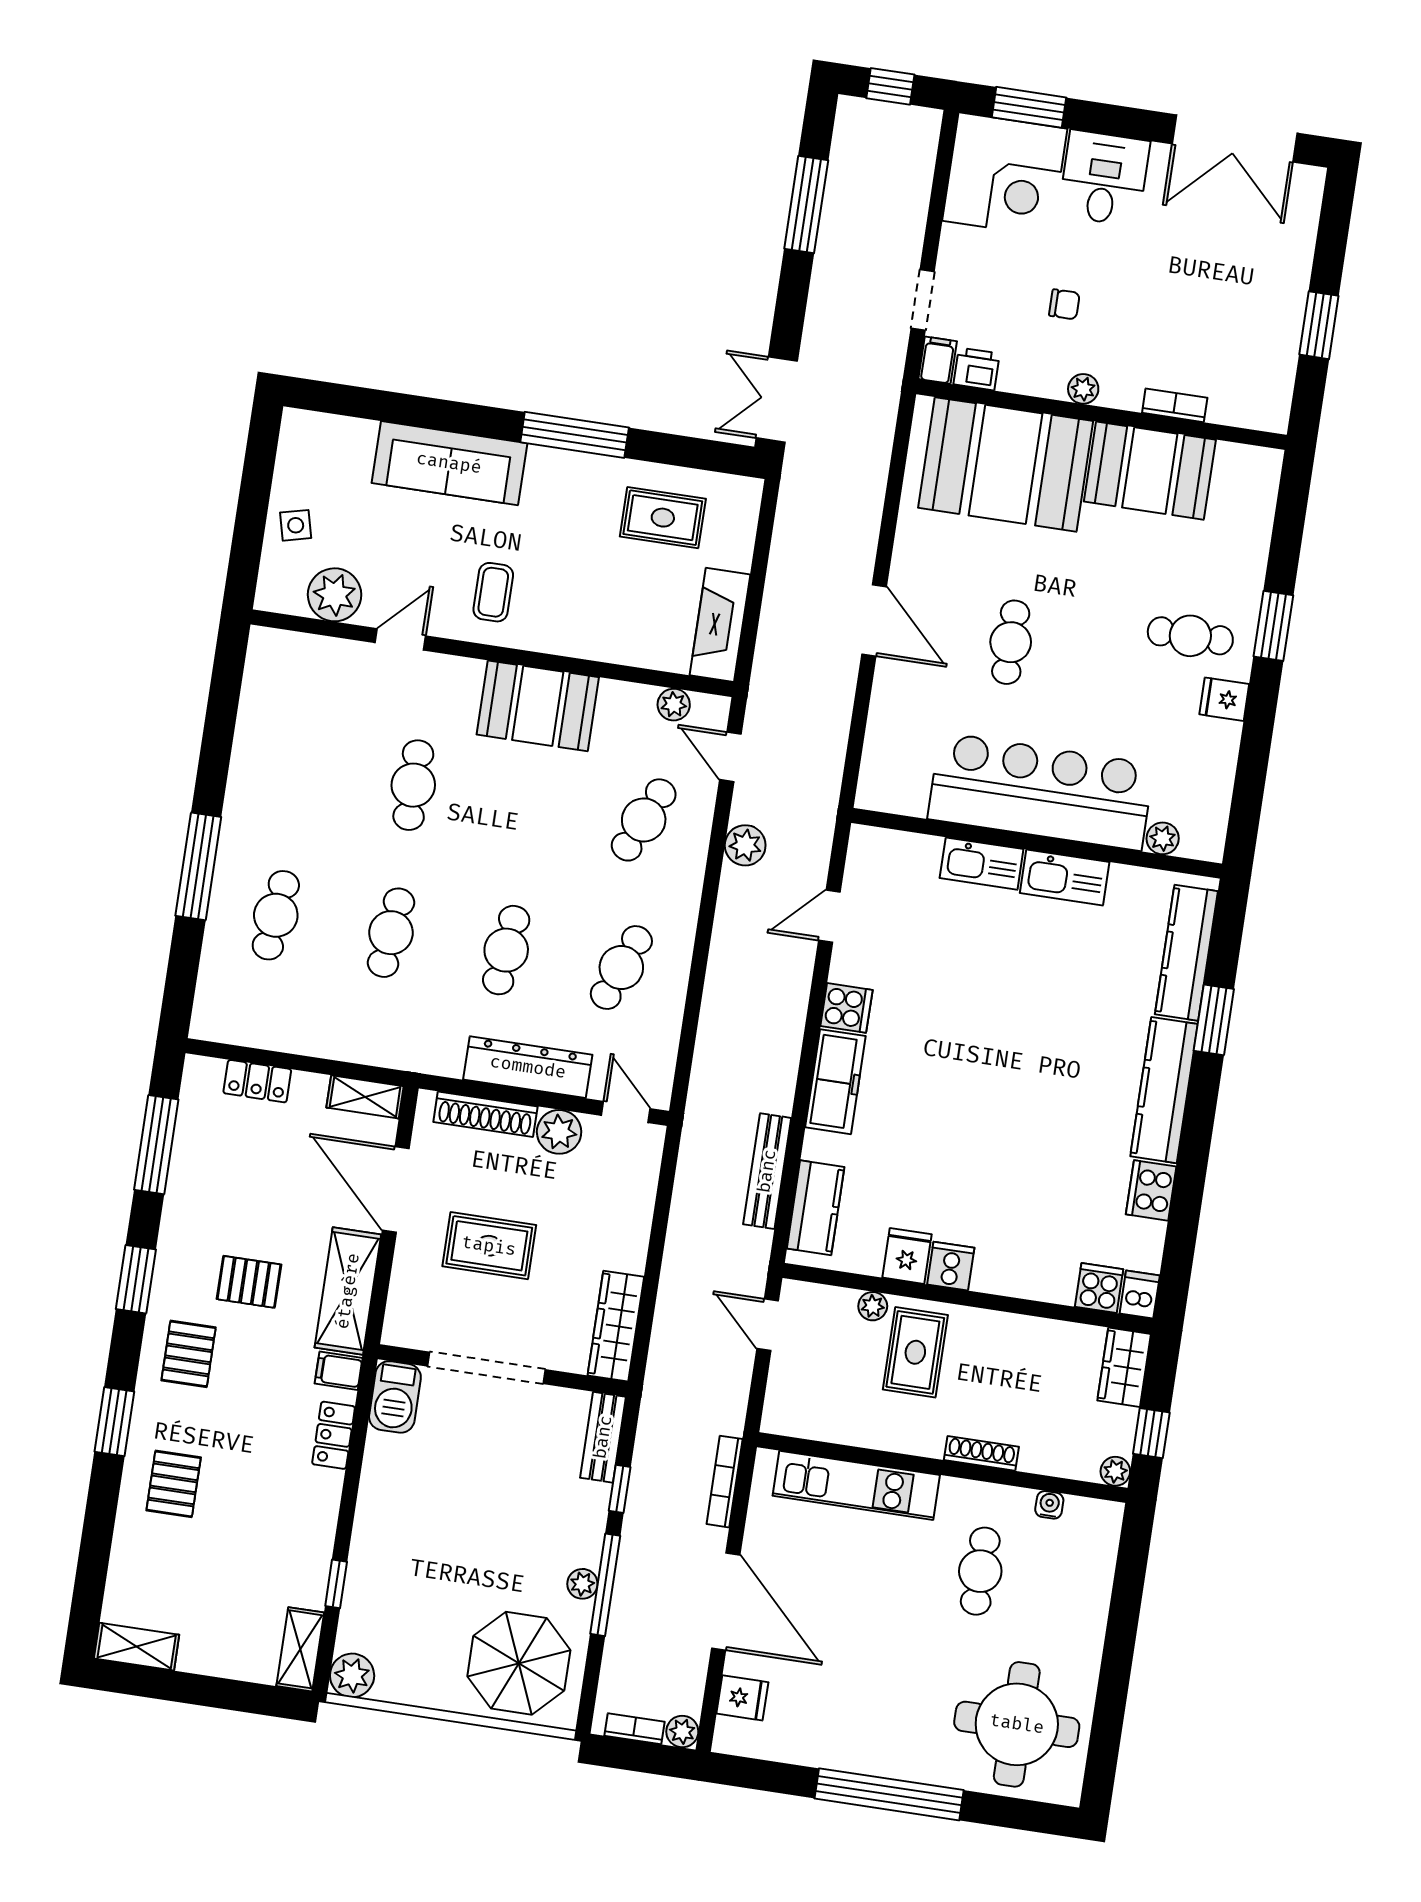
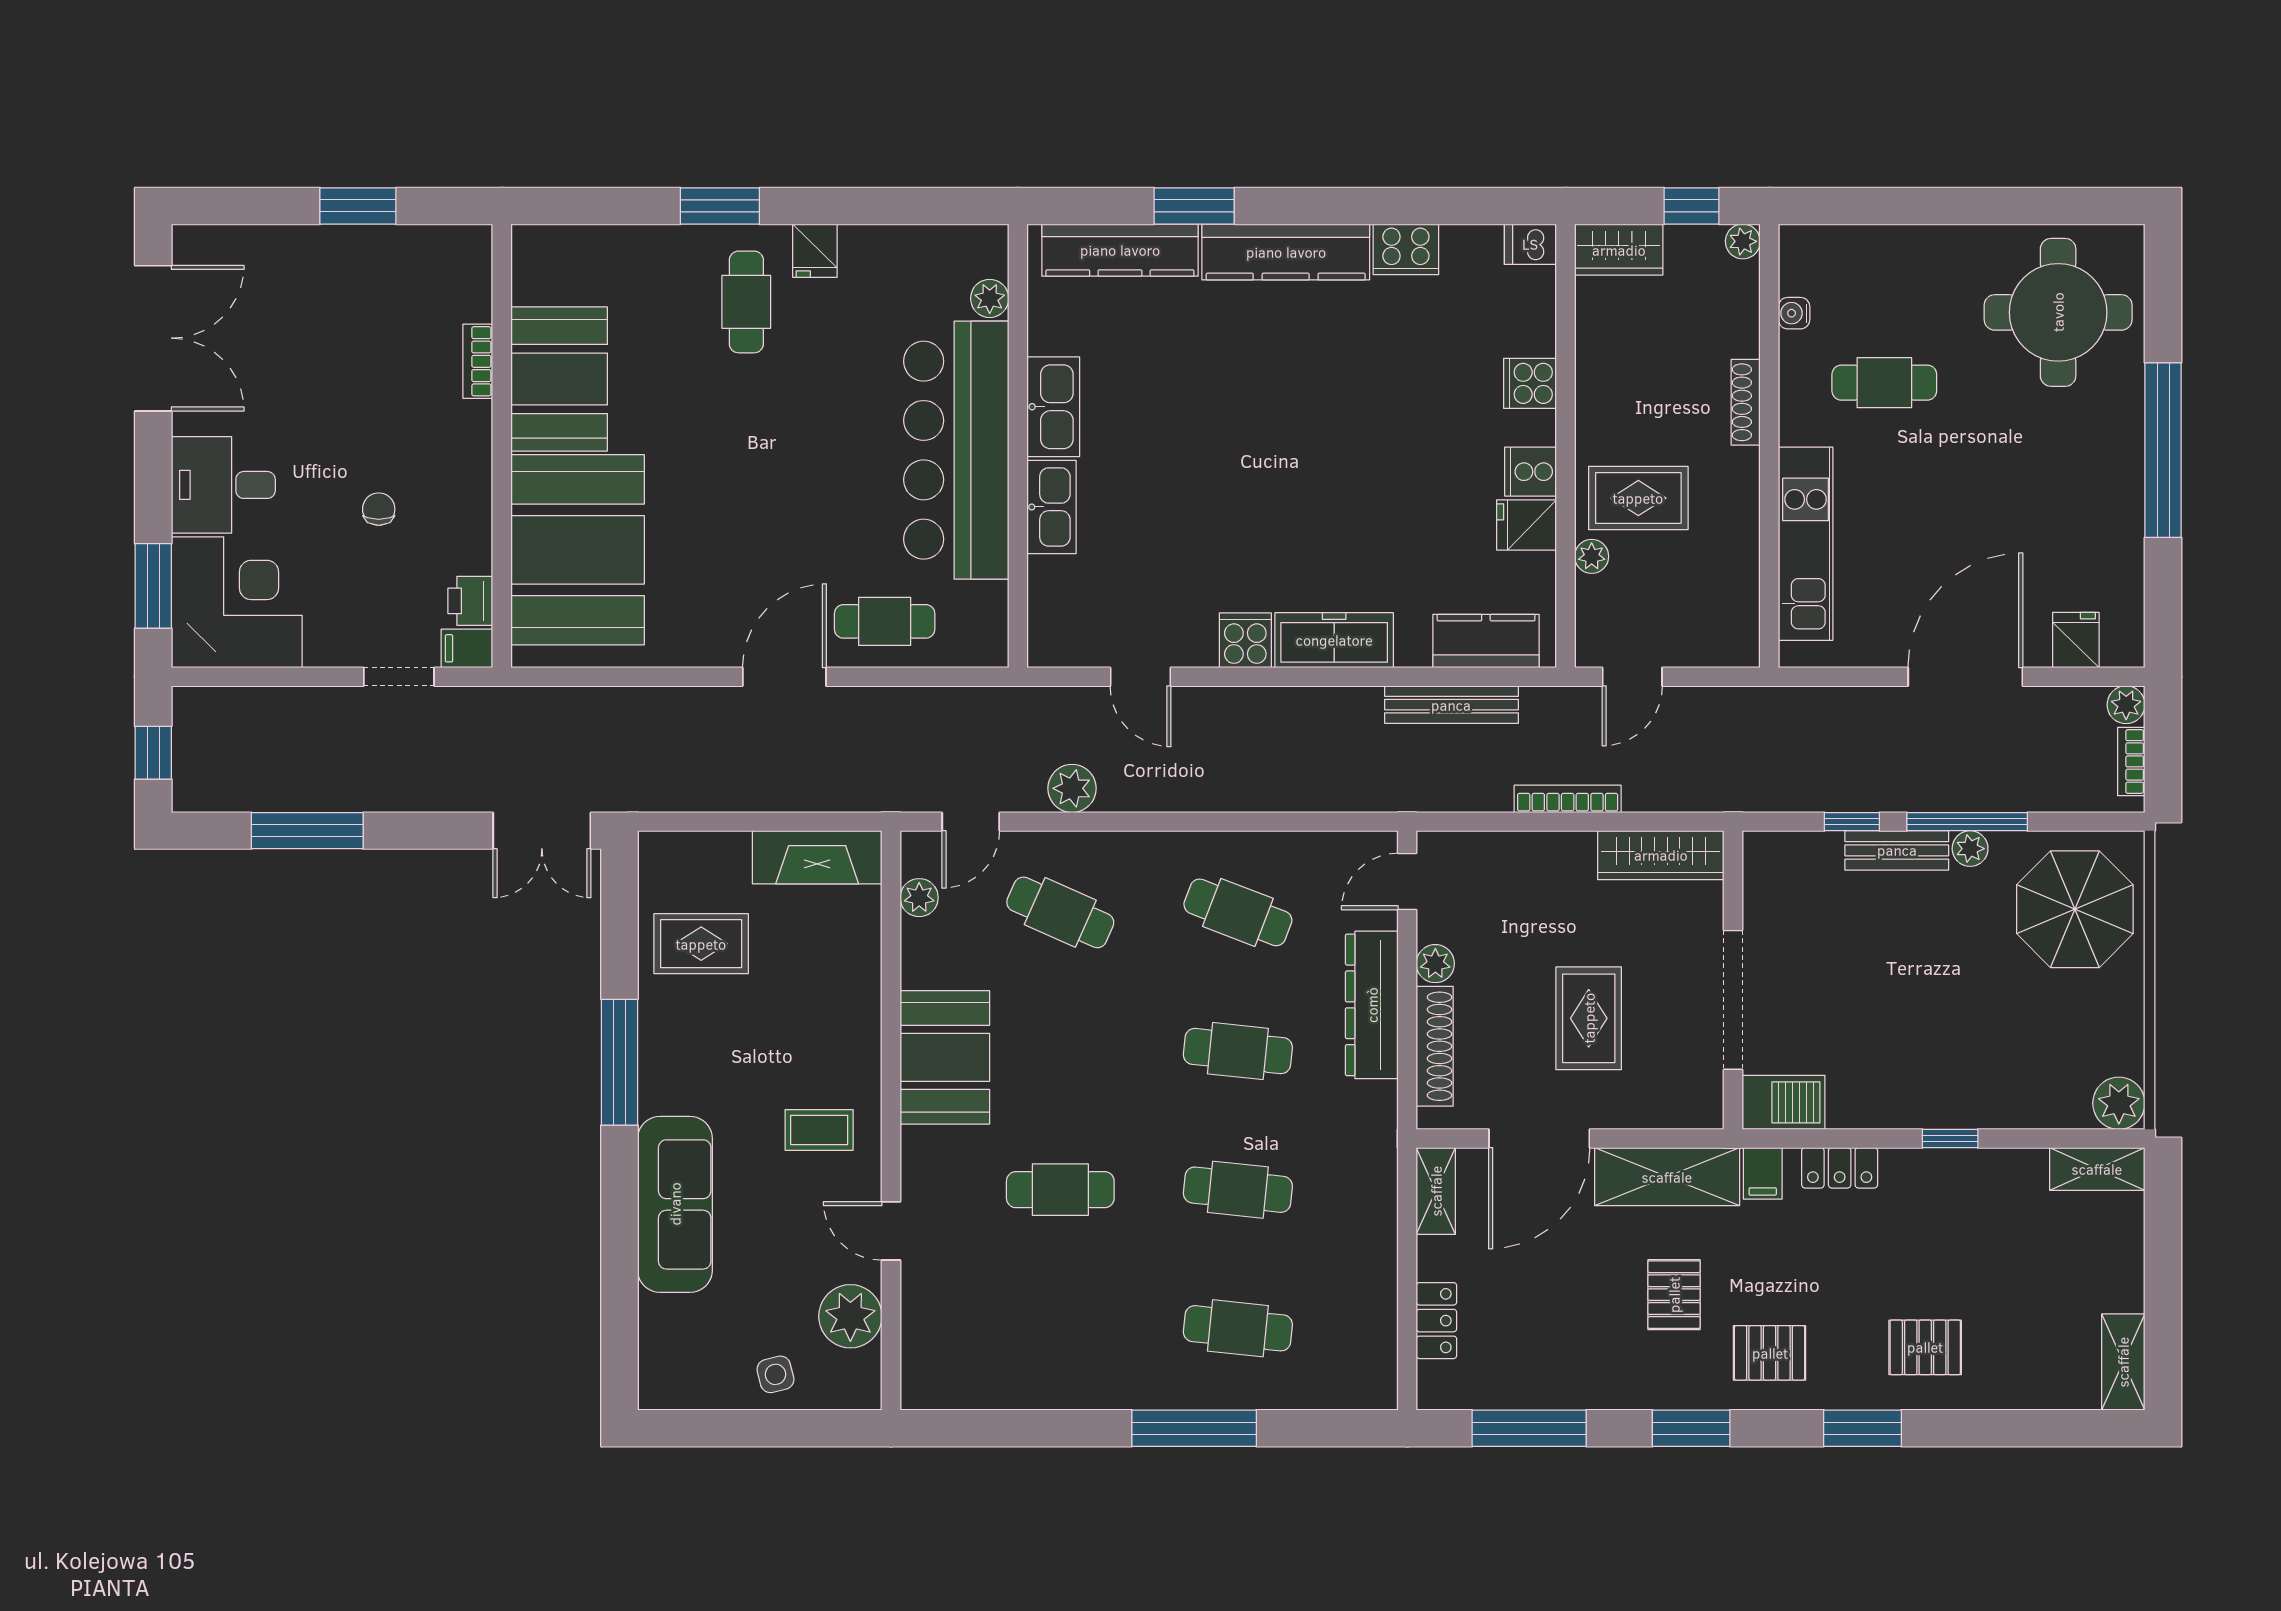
plant: (1083, 389) -> (475, 472), removed
rug: (663, 518) -> (701, 944), turned 90
cafe table: (1011, 642) -> (885, 621), moved
plant: (559, 1132) -> (1435, 964), width x0.73, depth x0.73
cooker: (1099, 1288) -> (1530, 383), moved
bench: (603, 1437) -> (1897, 850), moved
bookcase: (725, 1482) -> (1568, 799), moved, turned 180
window: (336, 1584) -> (1950, 1138), moved

